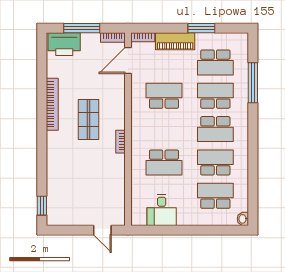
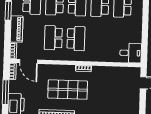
shop shelf: (88, 119) -> (68, 90), width x1.43, depth x1.36
school desk: (164, 162) -> (76, 39), moved
desk: (162, 210) -> (131, 53), moved

